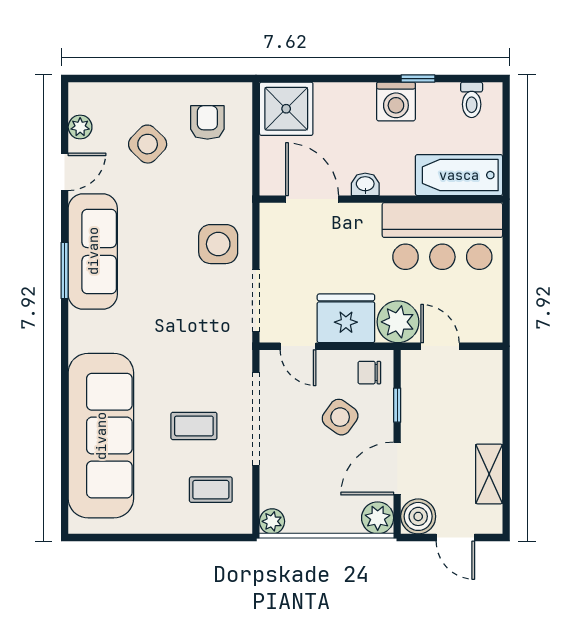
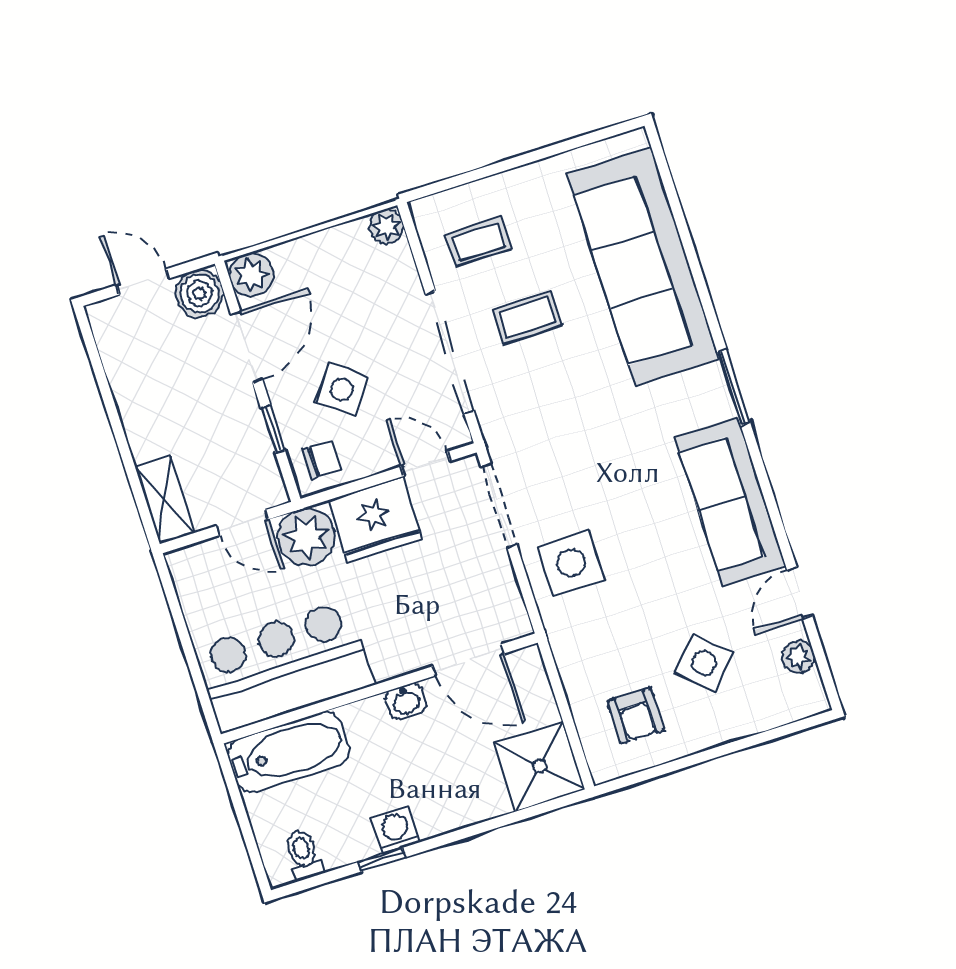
washing machine: (396, 101) -> (396, 830), width x0.73, depth x0.73
window: (65, 270) -> (734, 387), moved
shelving: (489, 474) -> (165, 500), moved

